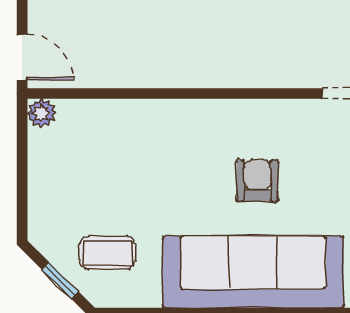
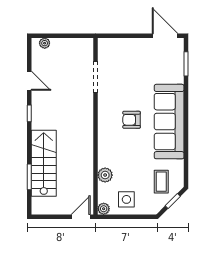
plant: (123, 117) -> (105, 175), added
side table: (64, 168) -> (126, 199), added

